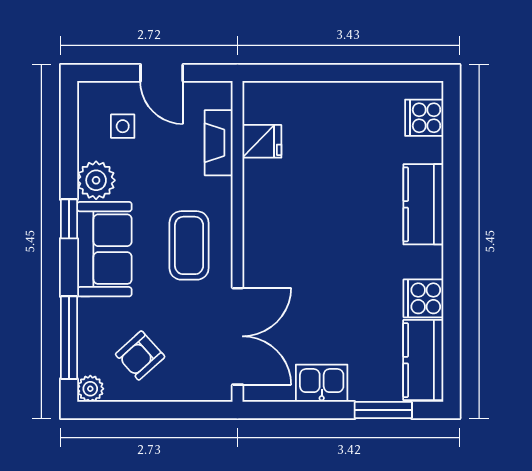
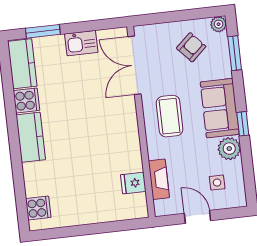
kitchen counter: (423, 204) -> (31, 137), moved
window: (69, 338) -> (235, 53), width x0.69

